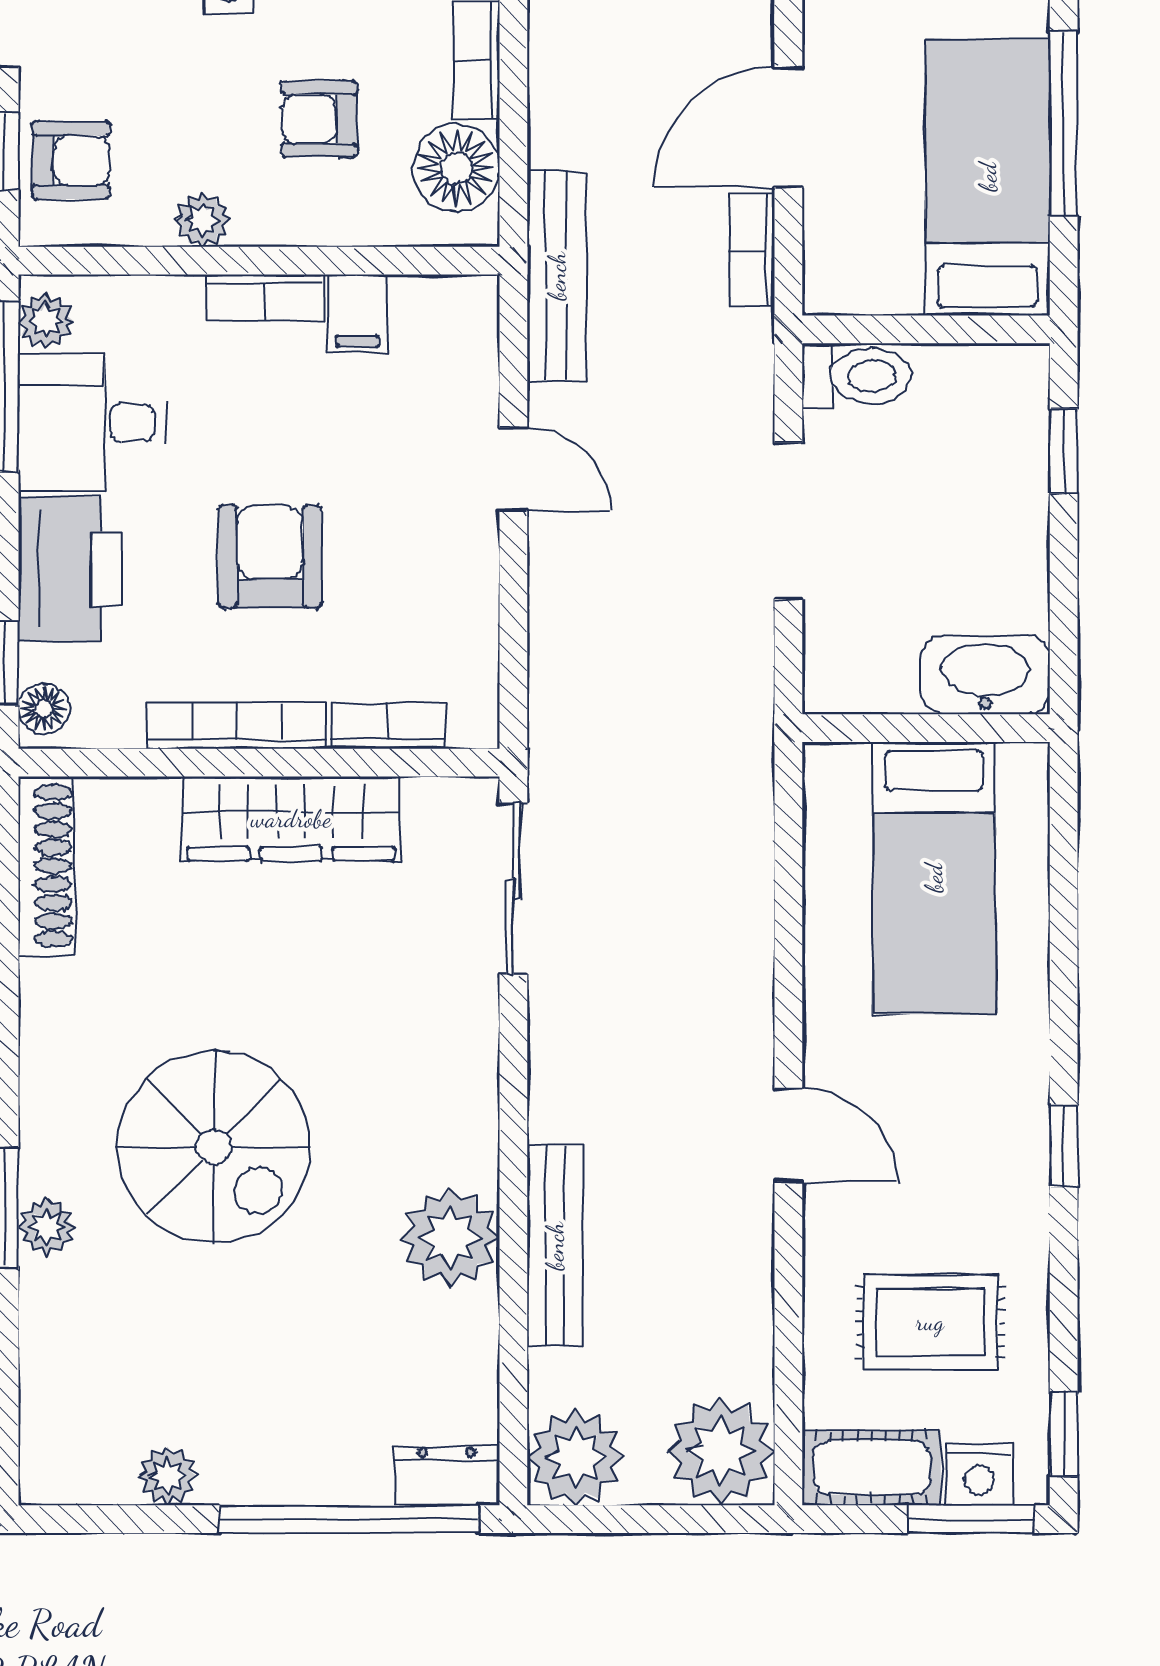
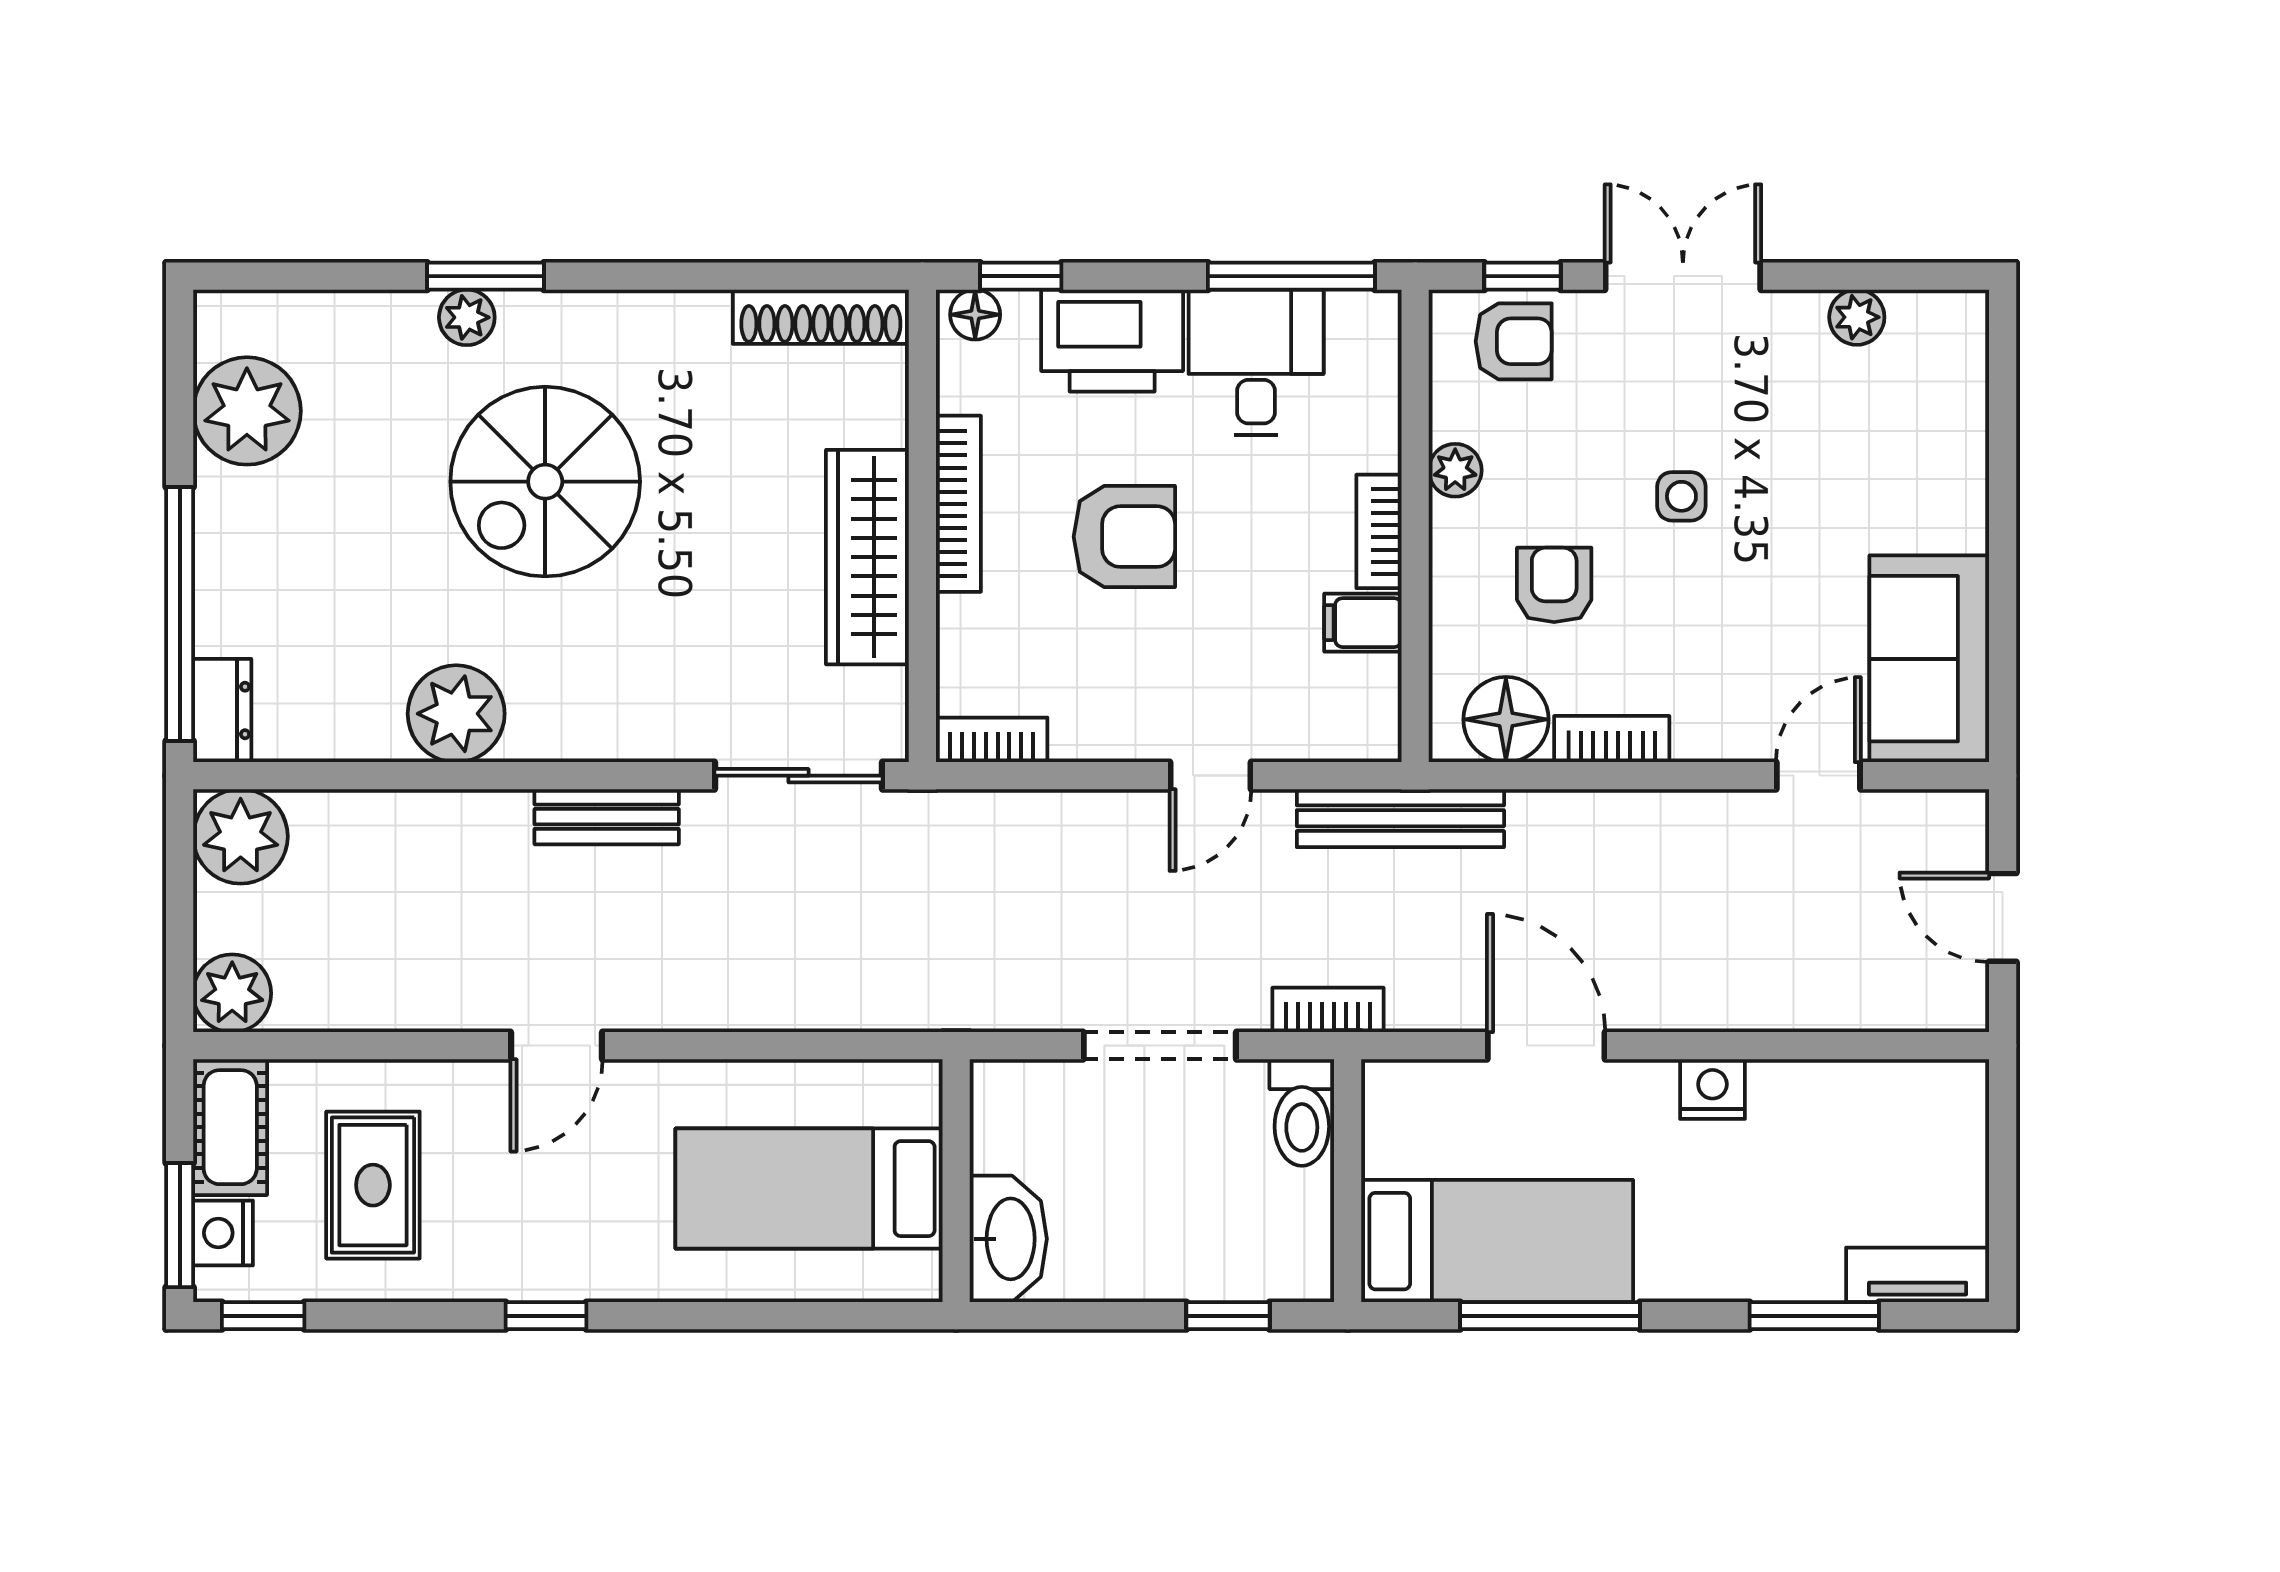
armchair: (71, 160) -> (1514, 341), turned -90
bookcase: (752, 250) -> (1328, 1010), moved
plant: (46, 321) -> (1356, 317), removed
bookcase: (389, 726) -> (992, 740), moved, turned -90
bench: (555, 1246) -> (607, 817), moved, width x0.73
plant: (721, 1451) -> (232, 993), width x0.73, depth x0.73
plant: (167, 1476) -> (247, 411), width x1.88, depth x1.88

